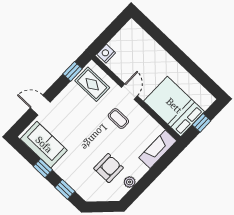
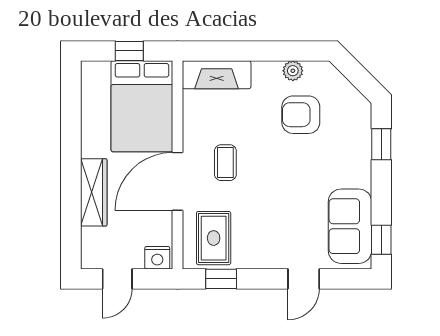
door: (113, 29) -> (117, 279), added
wardrobe: (158, 53) -> (94, 192), added
door: (129, 92) -> (178, 181), width x1.88
door: (40, 105) -> (304, 279), hinge flipped
window: (43, 168) -> (381, 240), moved

